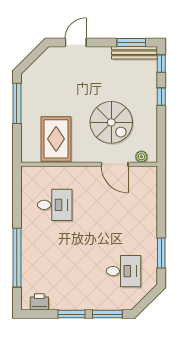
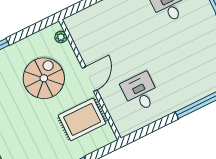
door: (115, 164) -> (90, 79), moved

